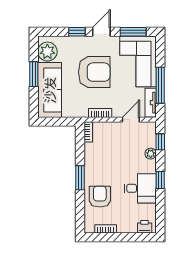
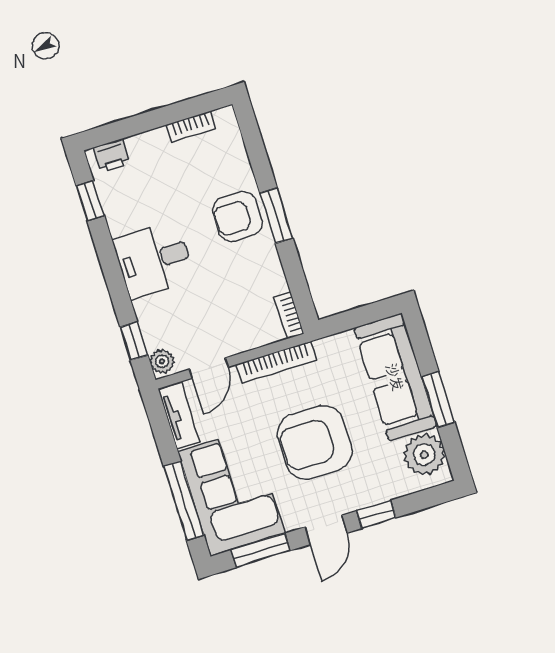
window: (160, 85) -> (184, 501), moved
bookcase: (100, 113) -> (276, 362), width x1.56
plant: (151, 154) -> (162, 361), moved
window: (160, 180) -> (90, 201), moved
desk: (140, 188) -> (154, 260), moved
armchair: (100, 197) -> (237, 217), moved, turned 90

